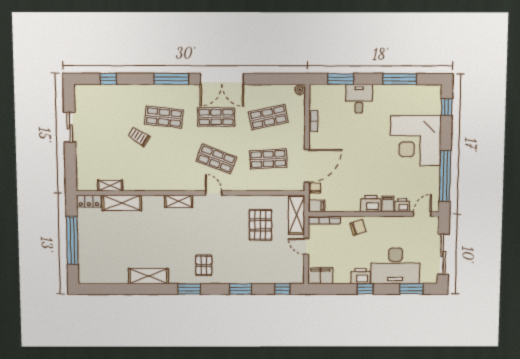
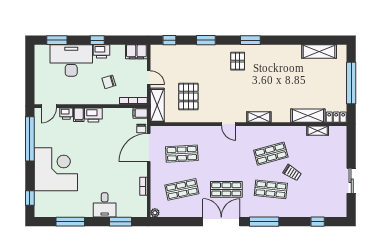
shop shelf: (216, 159) -> (271, 154), moved, turned -36
chair: (358, 227) -> (109, 82), moved
sliding door: (443, 254) -> (30, 71), removed
shelving: (148, 276) -> (319, 52), moved

